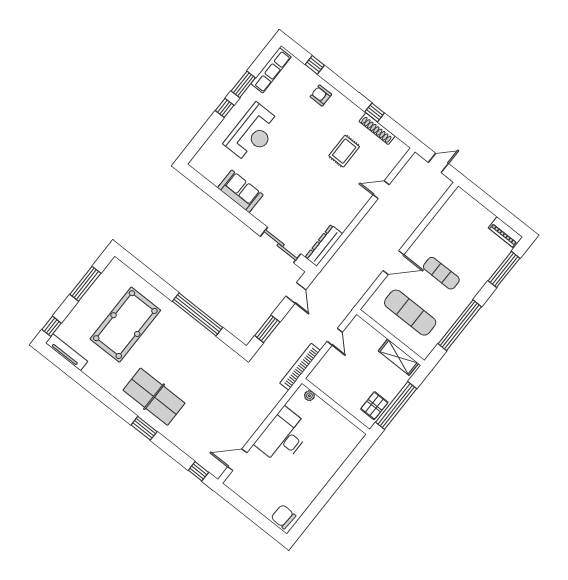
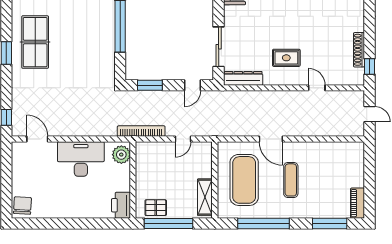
window: (375, 112) -> (369, 67), moved
rug: (344, 151) -> (286, 58), moved
exercise mat: (410, 313) -> (244, 180), width x1.47
plant: (309, 396) -> (121, 155), width x1.87, depth x1.87
printer: (349, 433) -> (121, 205), added

